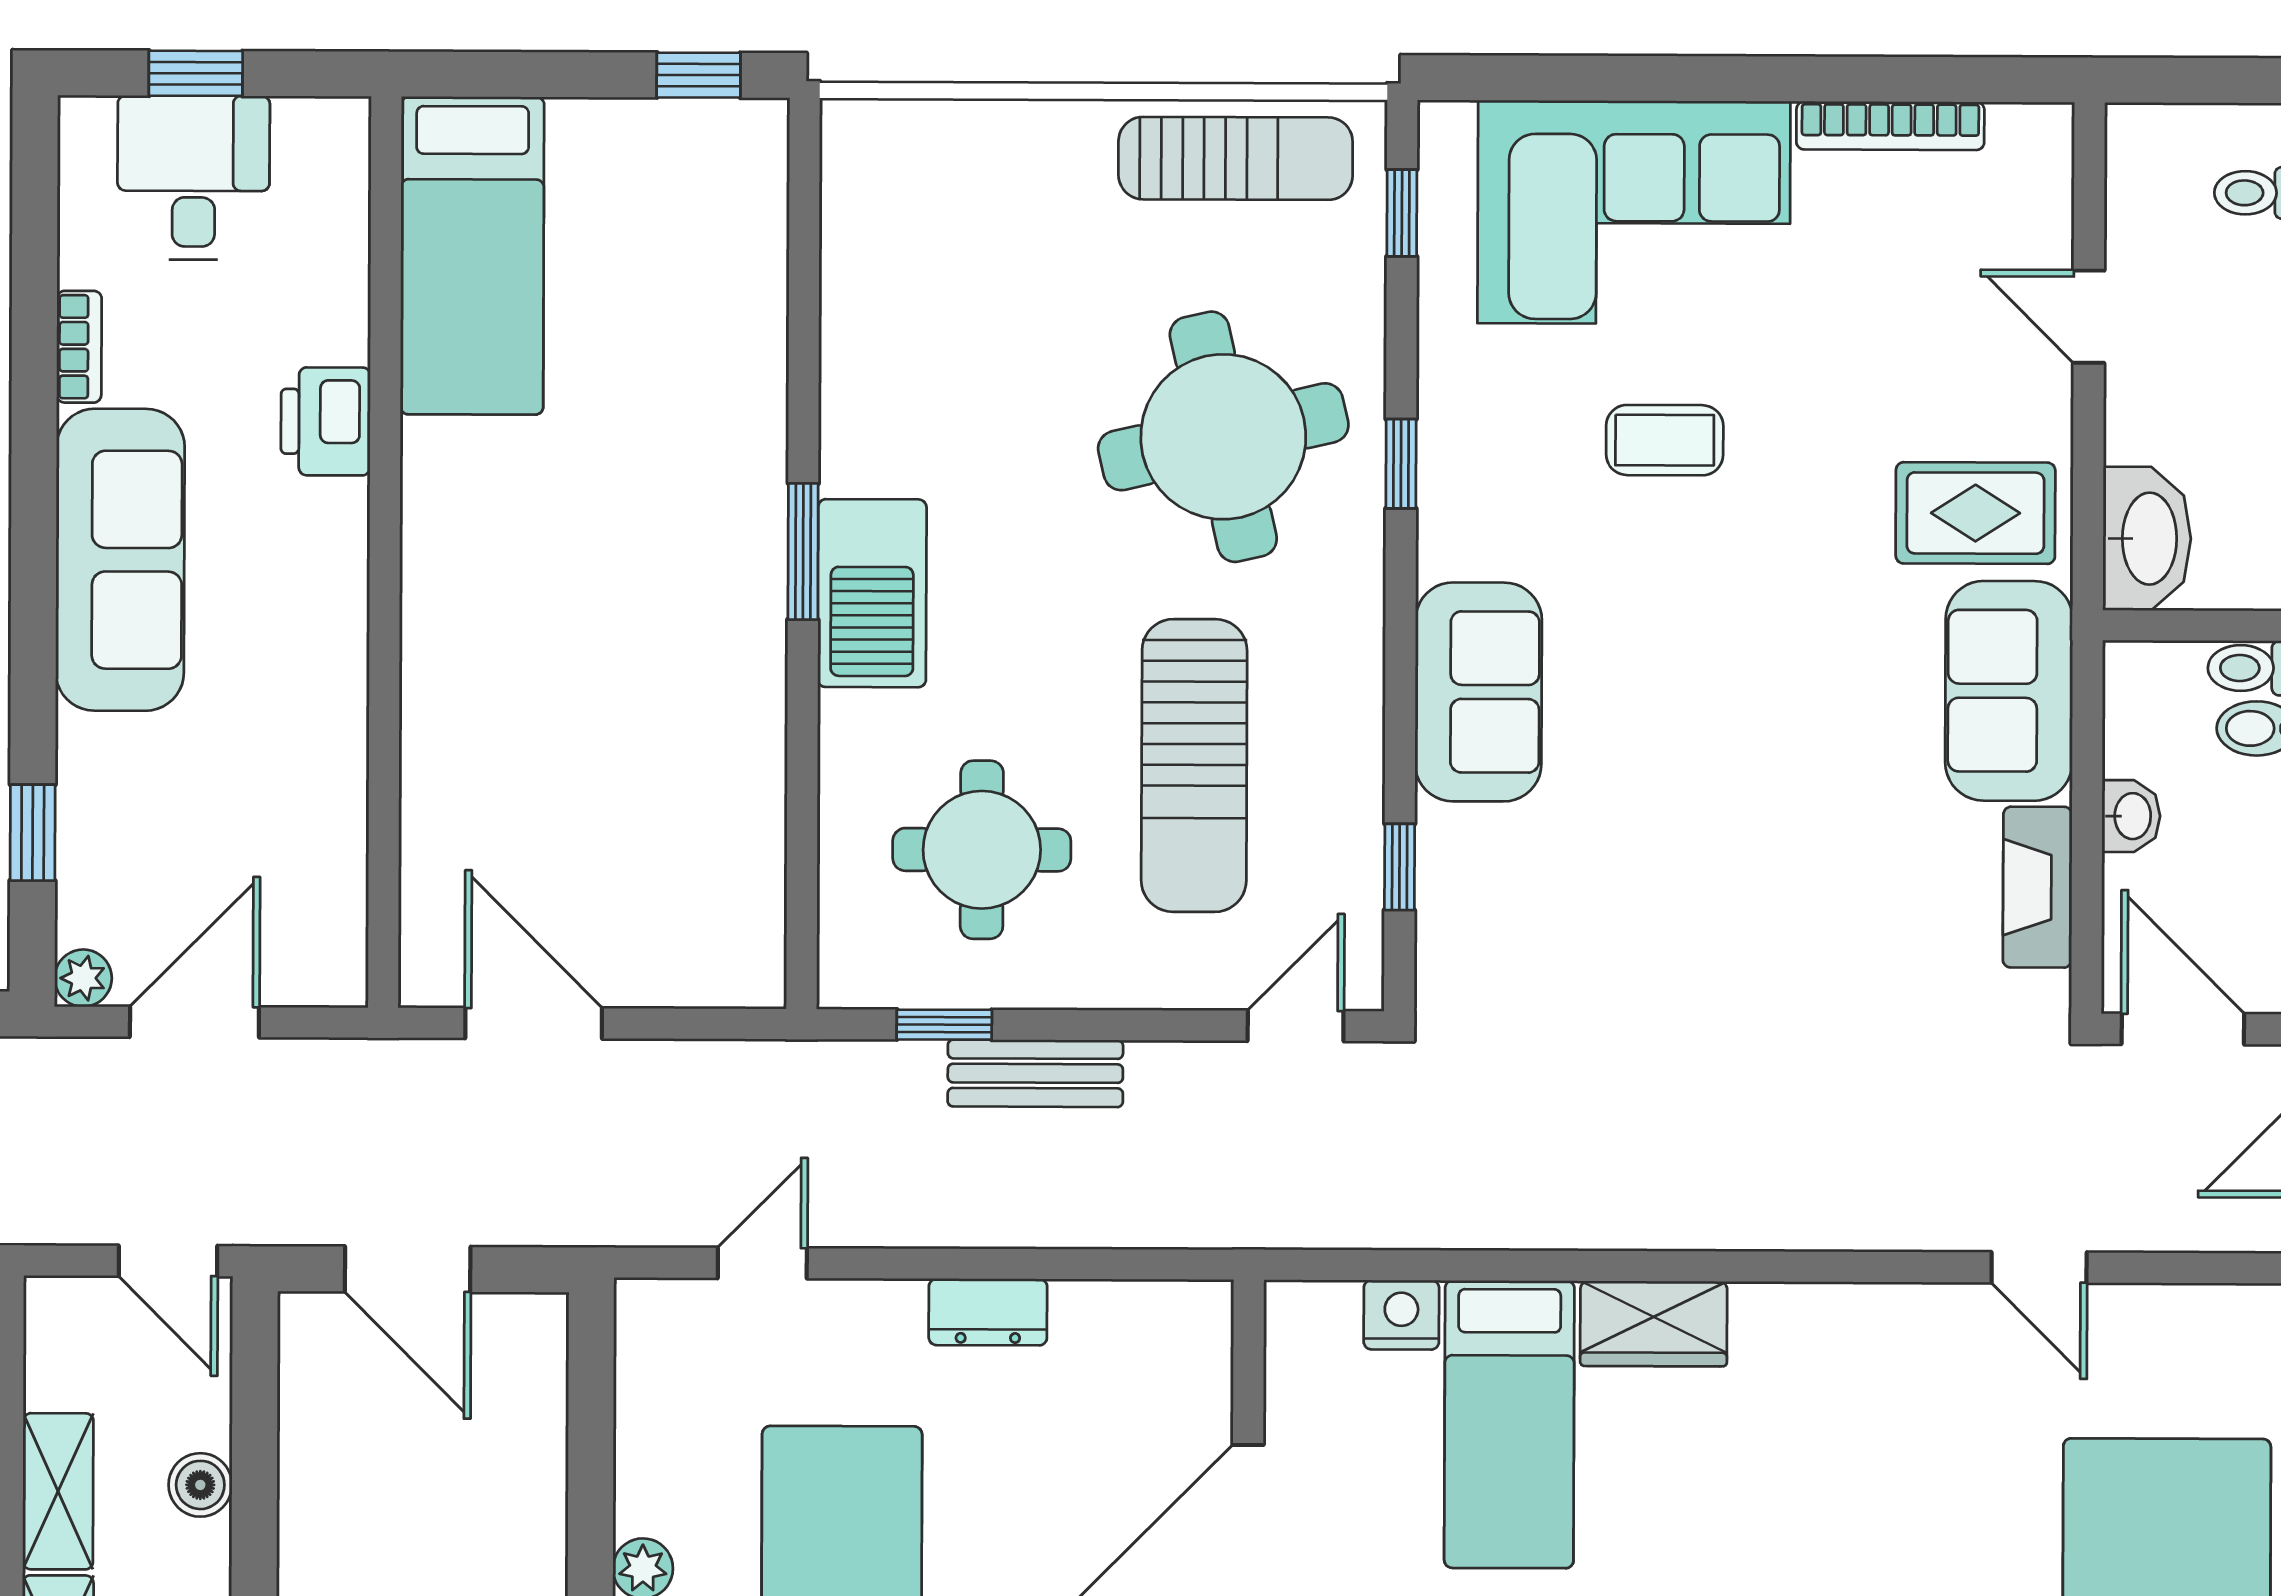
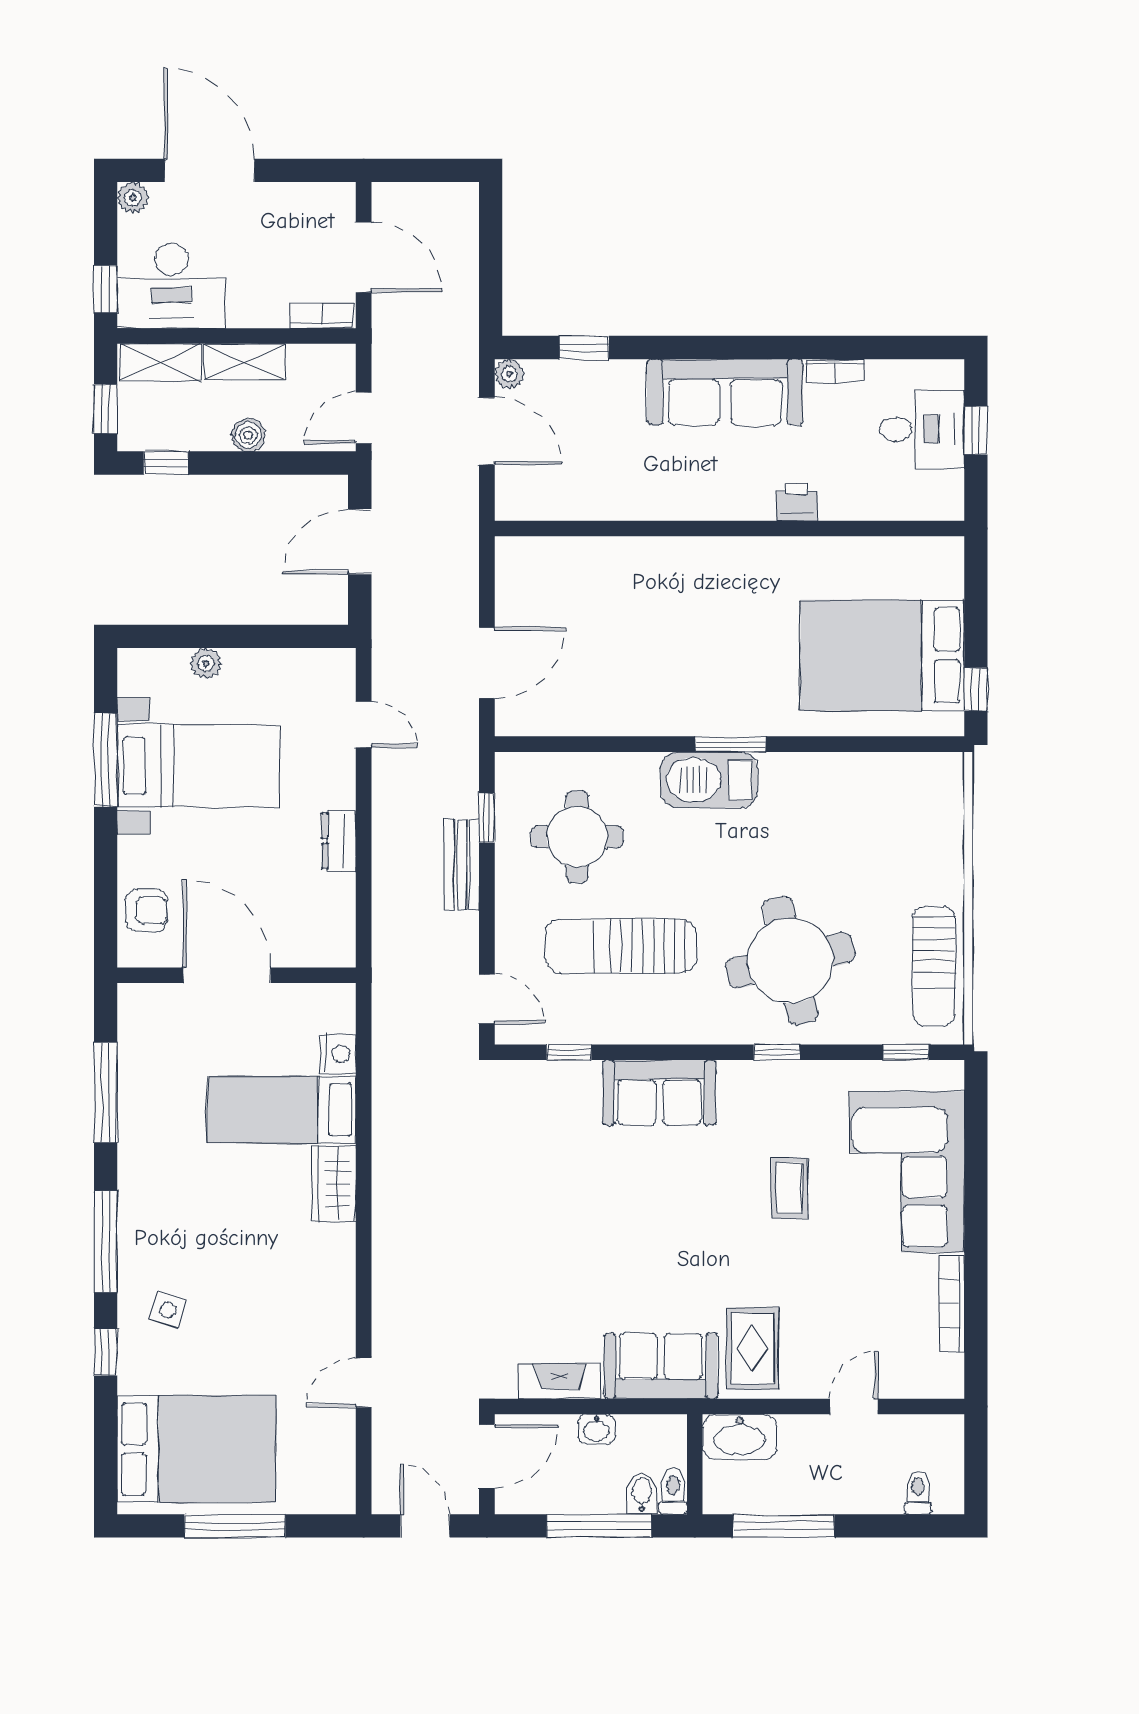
bed: (472, 256) -> (882, 655), moved, width x1.50
printer: (326, 421) -> (797, 502), width x0.73, depth x0.81
door: (534, 1023) -> (487, 663), moved

